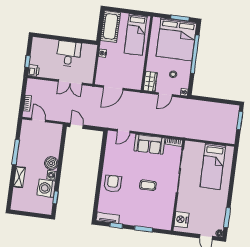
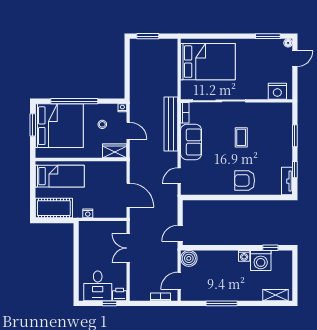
desk: (69, 54) -> (98, 286), moved, turned -90
double door: (70, 82) -> (128, 248), swing flipped
bench: (166, 130) -> (171, 124), added
door: (124, 131) -> (179, 175), swing flipped
boiler: (51, 163) -> (189, 258), moved
bed: (213, 166) -> (208, 62), width x1.50
shelving: (19, 177) -> (276, 295), moved

